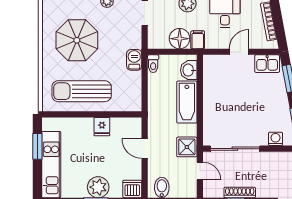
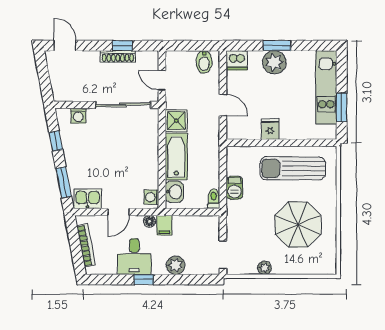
floor lamp: (180, 39) -> (150, 221), moved, width x0.53, depth x0.53
barbecue: (134, 60) -> (234, 188), moved
washing machine: (209, 65) -> (151, 197), added
sun lounger: (82, 91) -> (293, 168), turned 180
shower: (187, 147) -> (176, 121), moved

